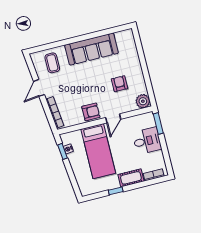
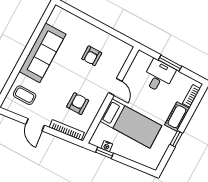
armchair: (120, 84) -> (92, 56), turned -90
plant: (143, 101) -> (123, 50), removed
armchair: (91, 112) -> (78, 104), moved
window: (158, 124) -> (170, 63), moved

